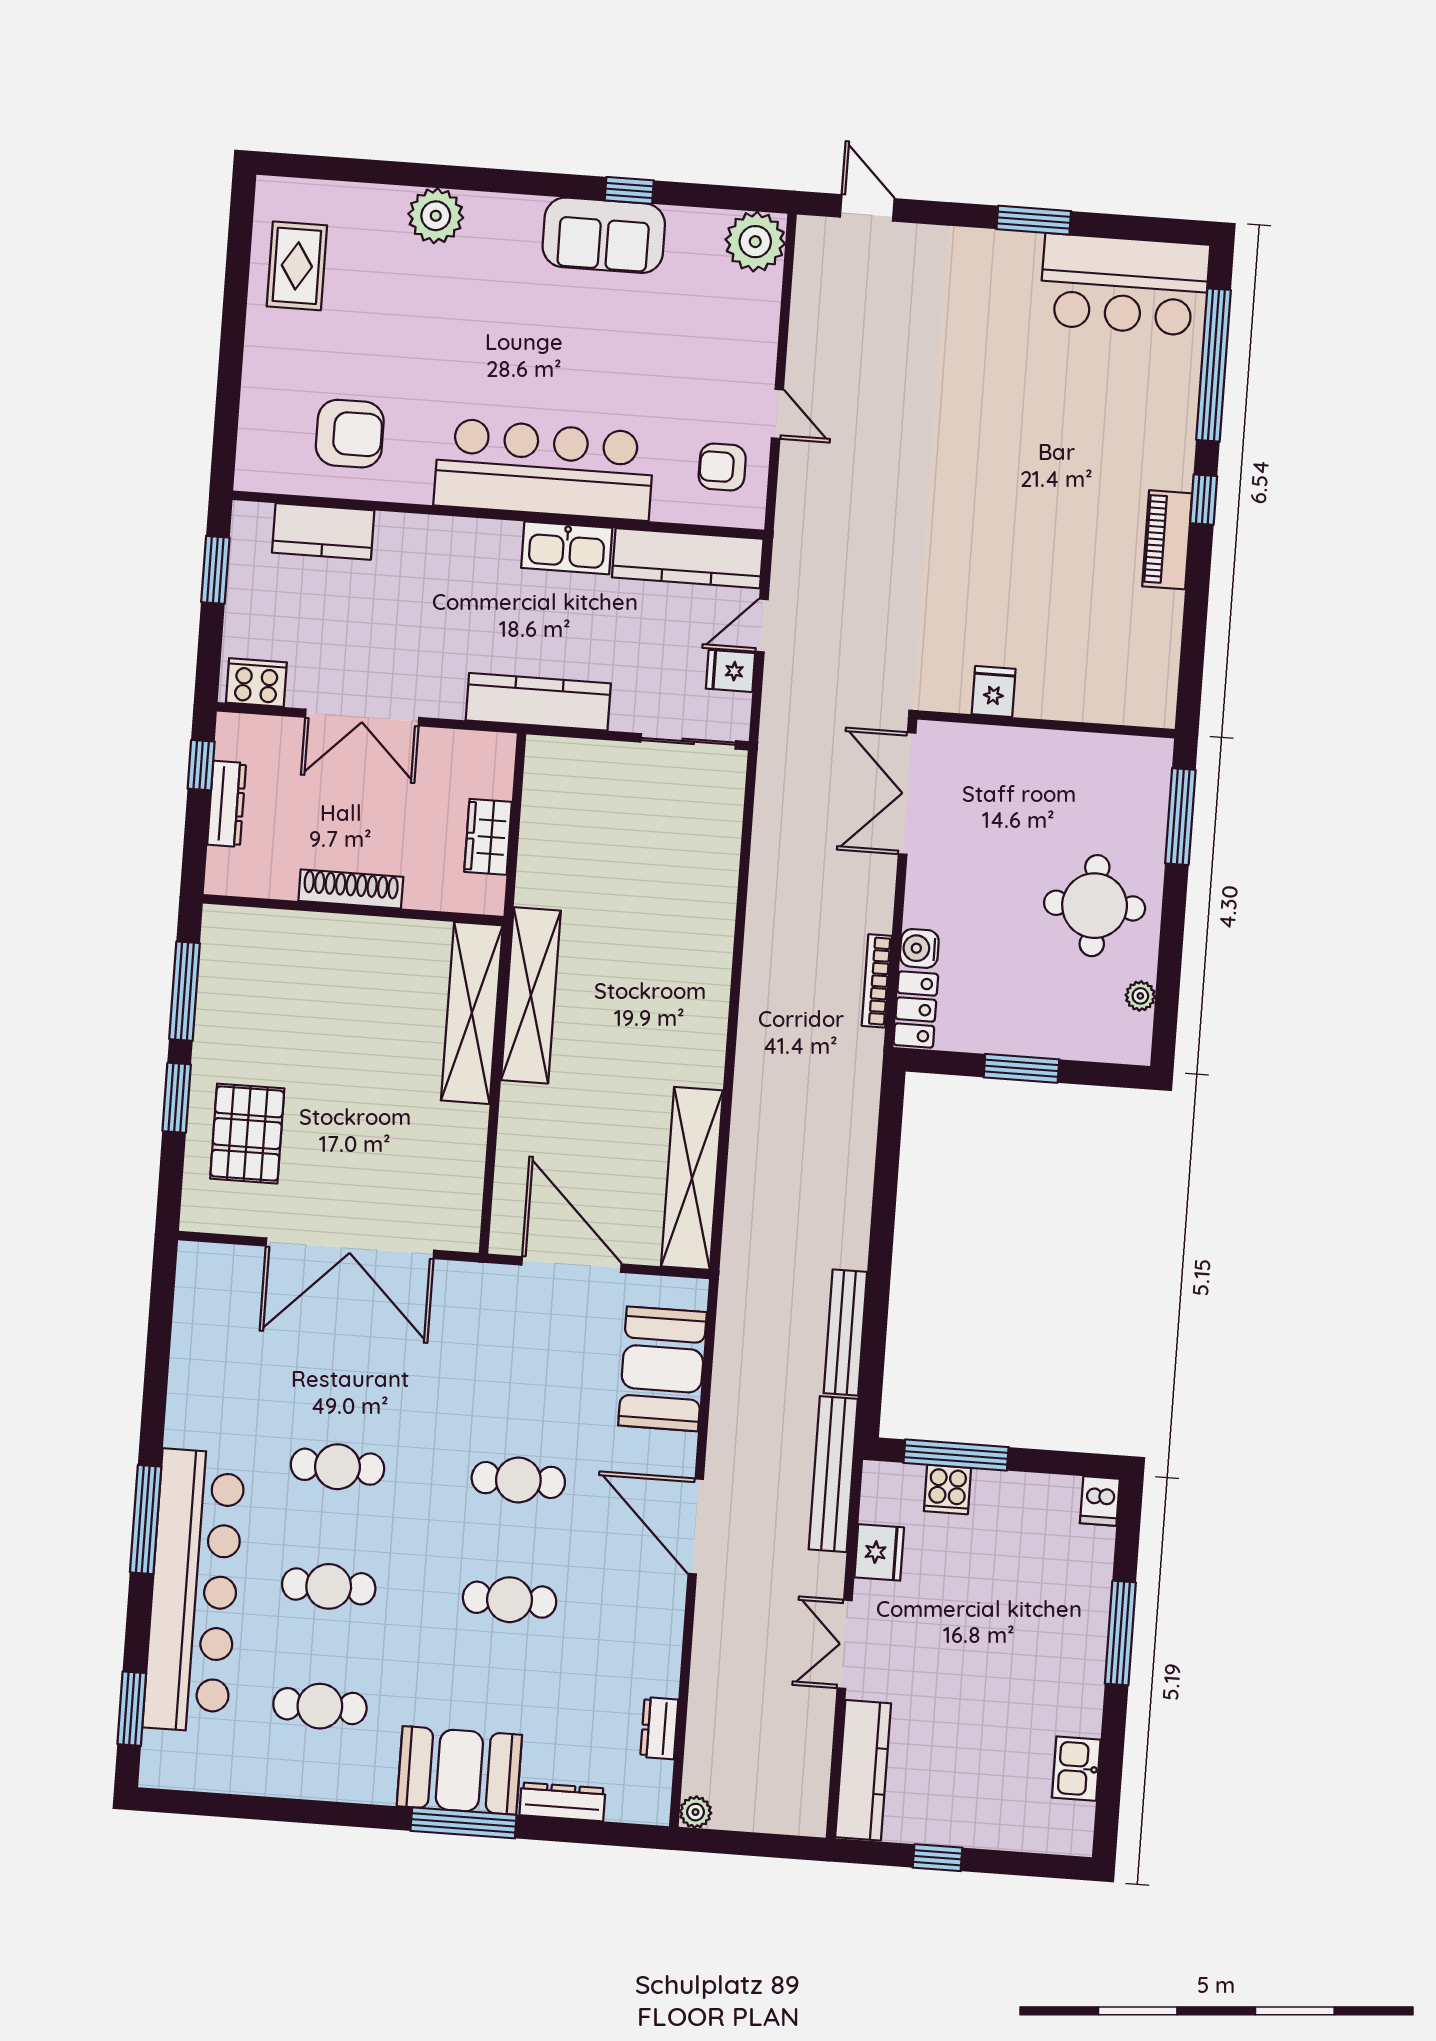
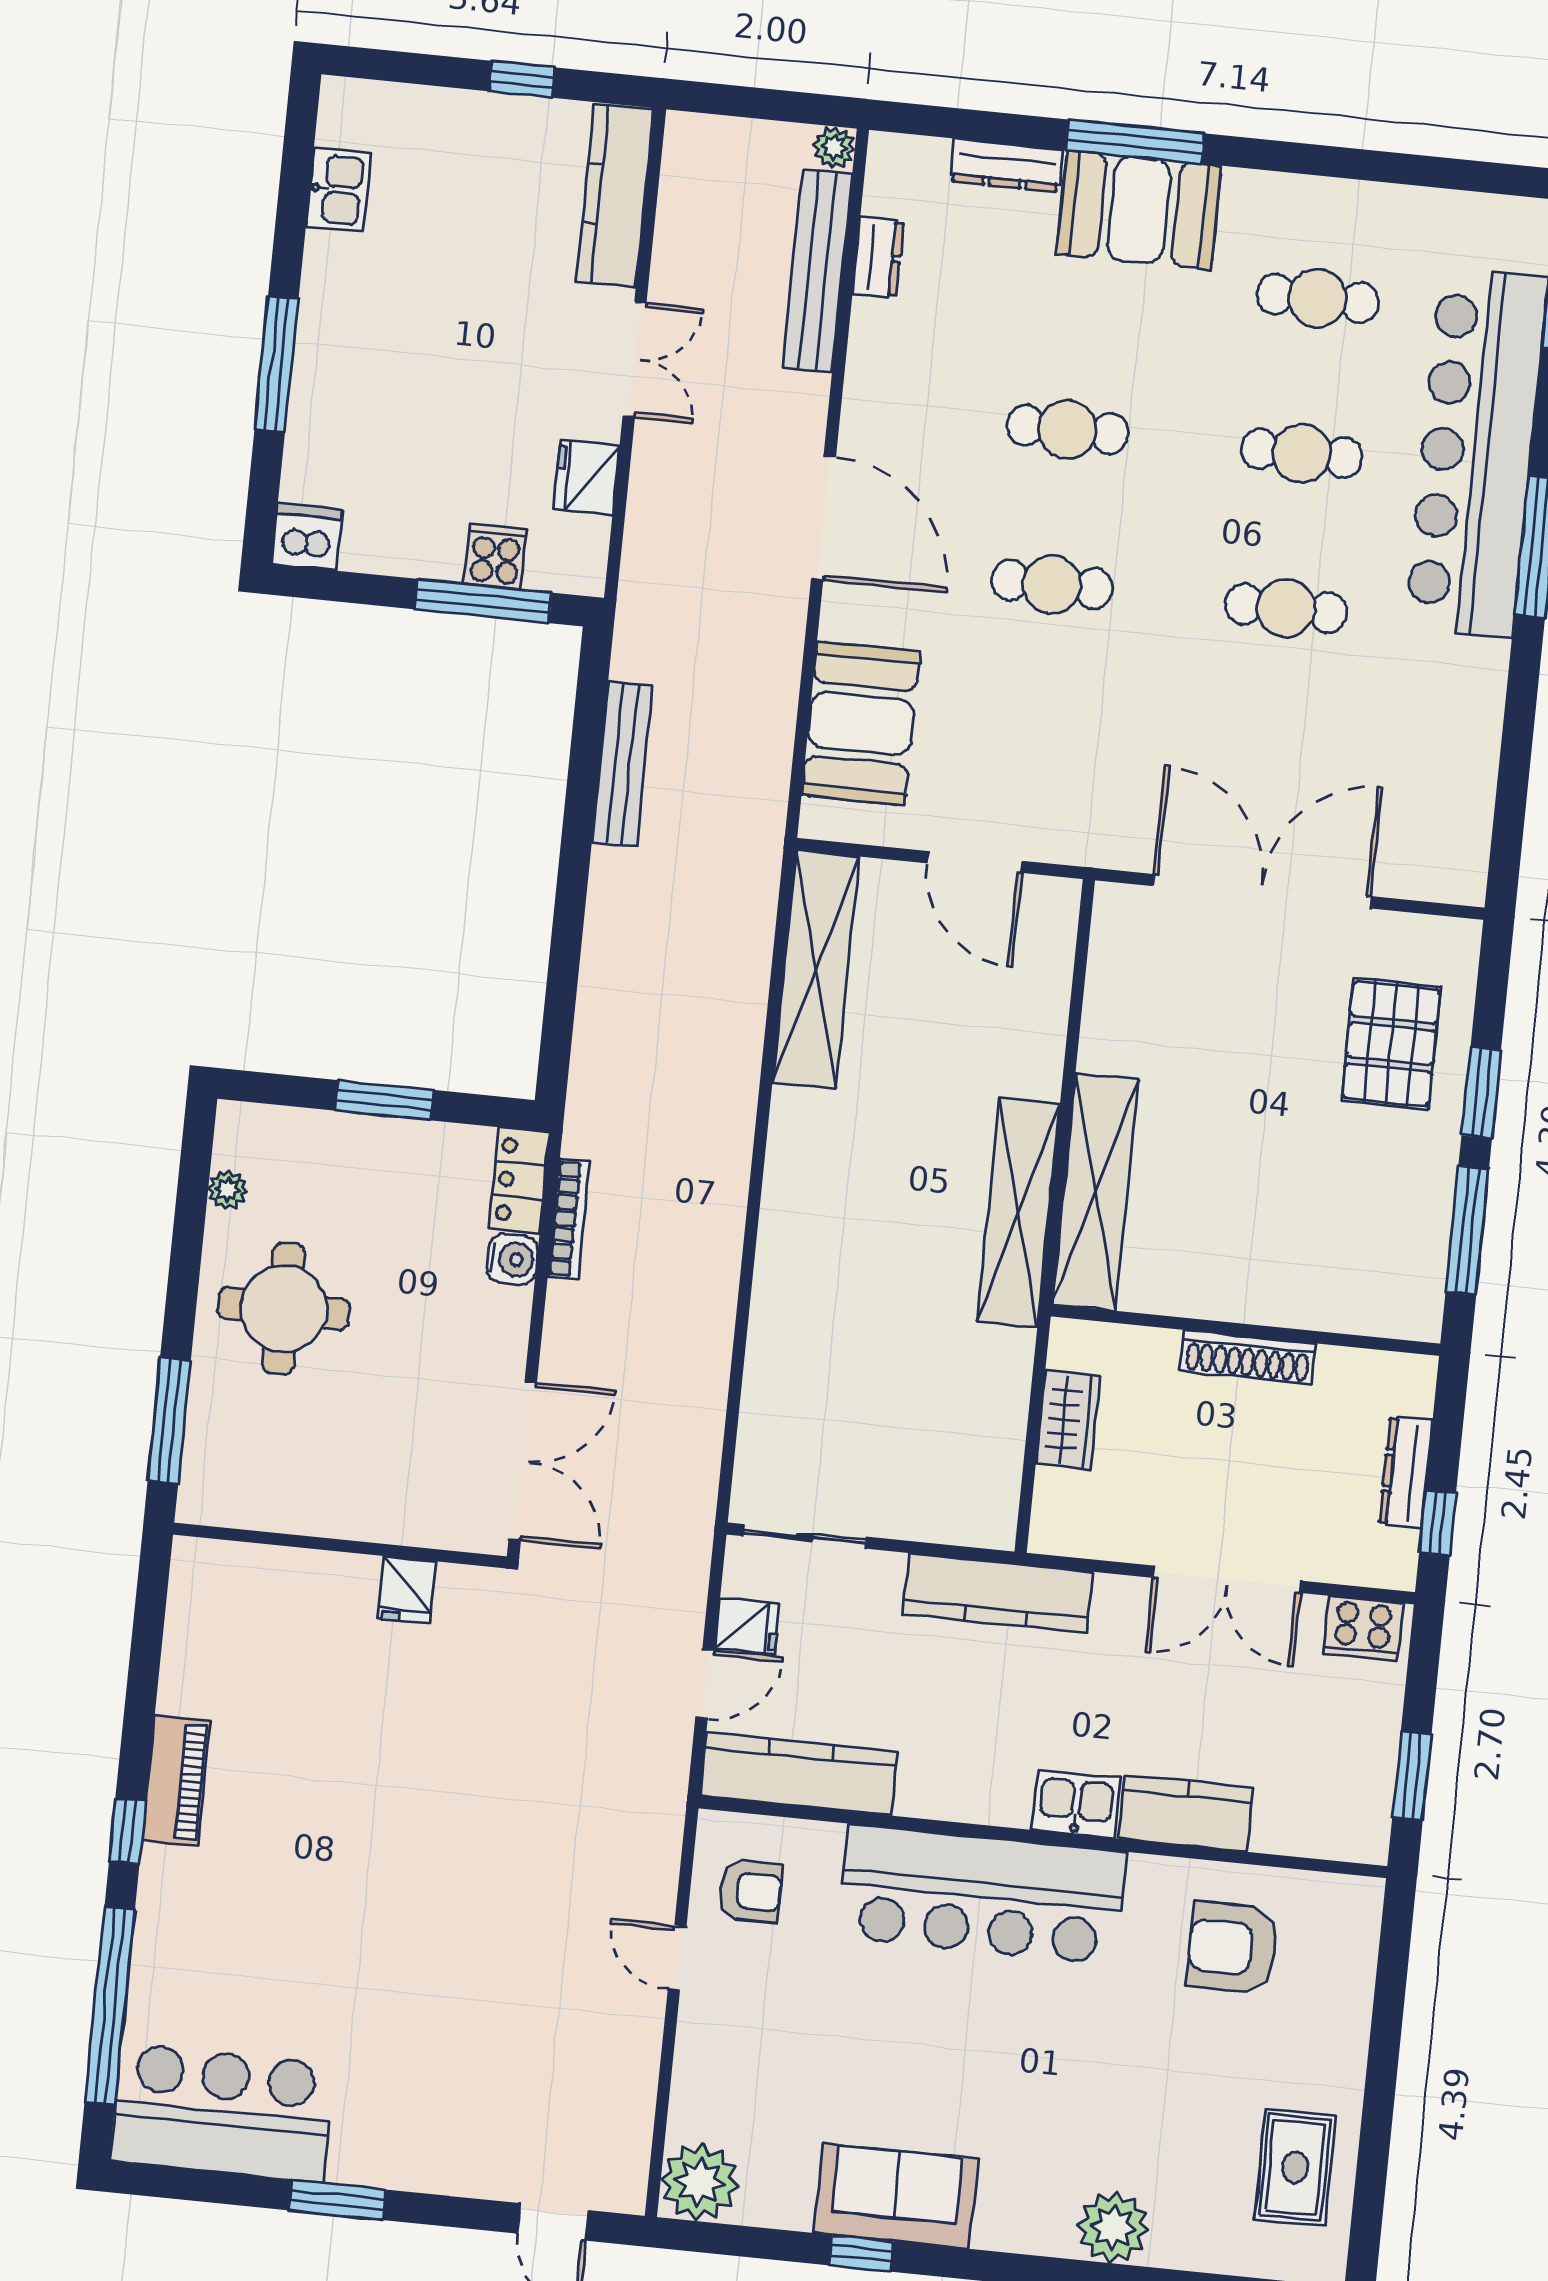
kitchen counter: (323, 531) -> (1186, 1813), moved
kitchen sink: (567, 548) -> (1076, 1804), moved, width x0.73
double door: (362, 717) -> (1227, 1579), swing flipped
door: (571, 1264) -> (975, 862), width x0.73
bench: (833, 1474) -> (817, 271), moved
dishwasher: (1100, 1501) -> (307, 537), width x1.38

